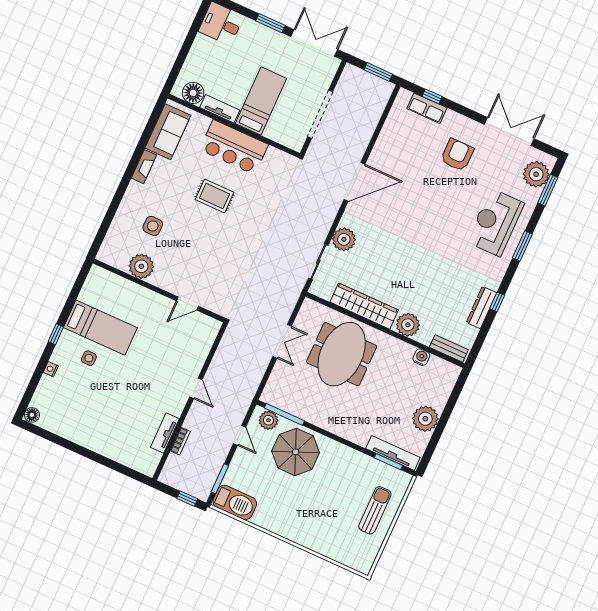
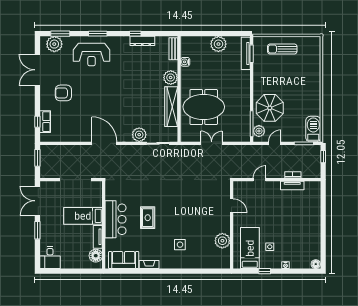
plant: (141, 266) -> (222, 241), moved
wall: (159, 291) -> (232, 225), moved
door: (187, 304) -> (232, 206), moved

